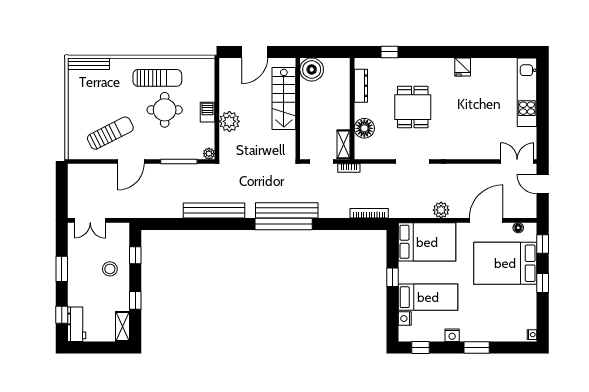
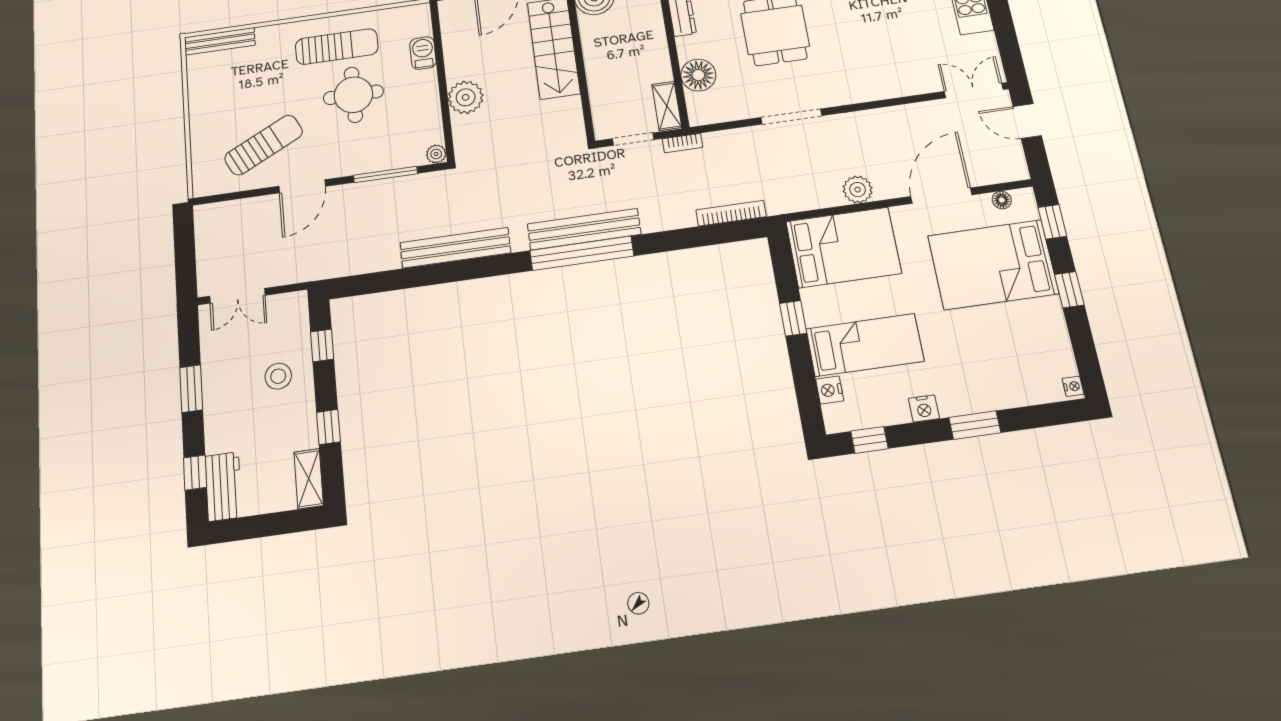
barbecue: (208, 112) -> (423, 53), moved

